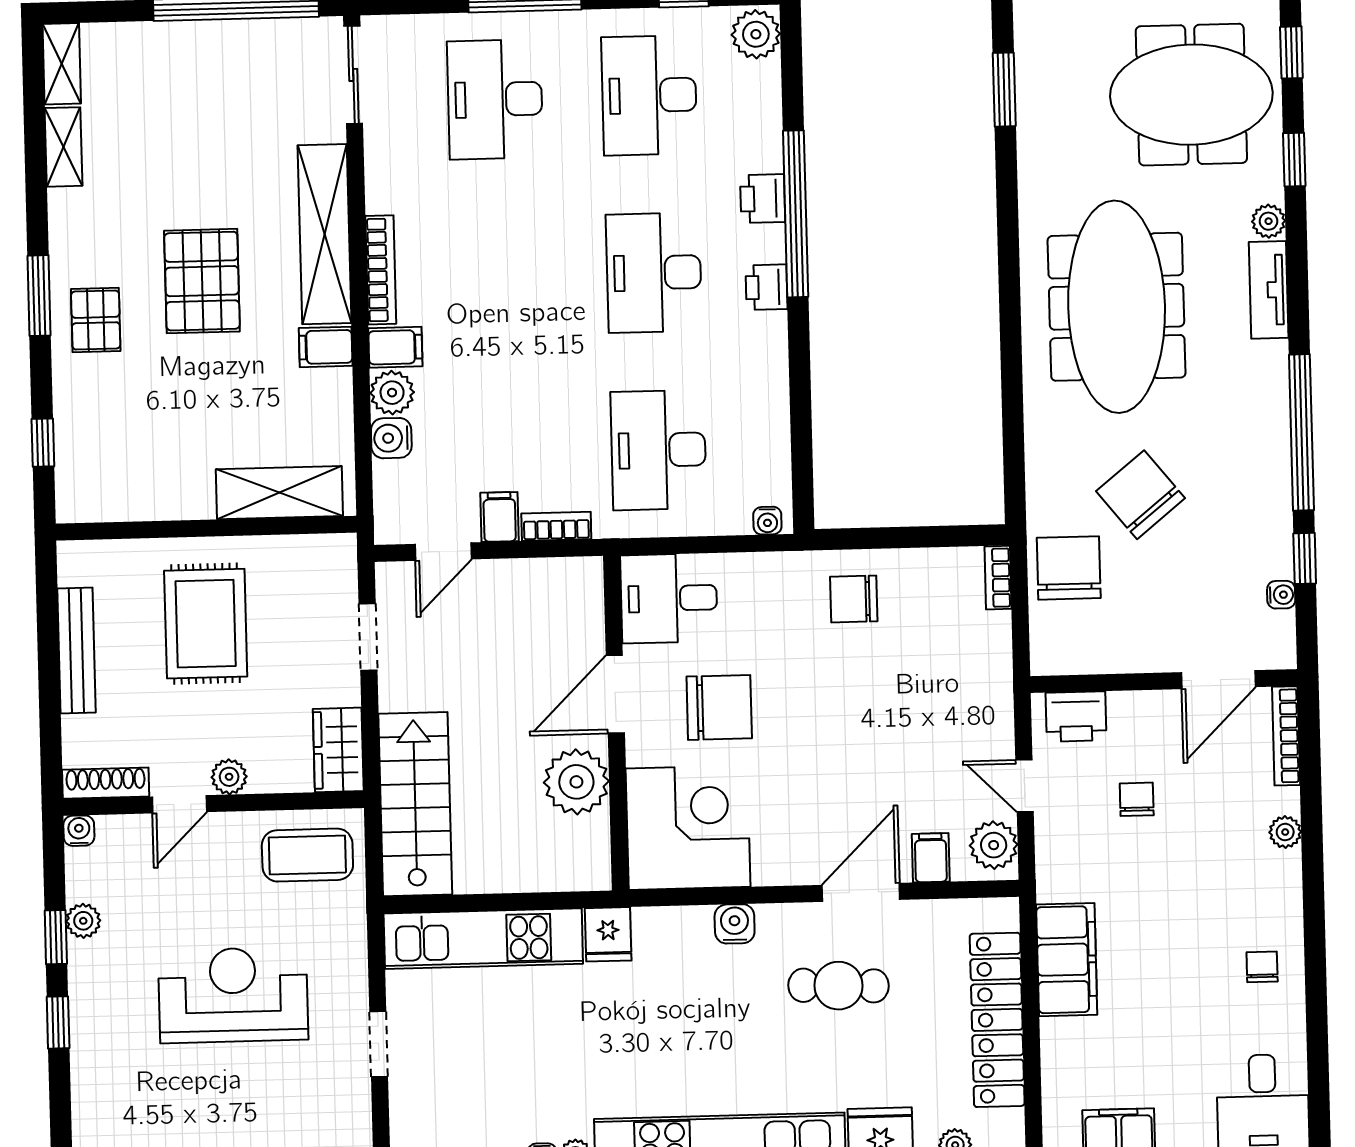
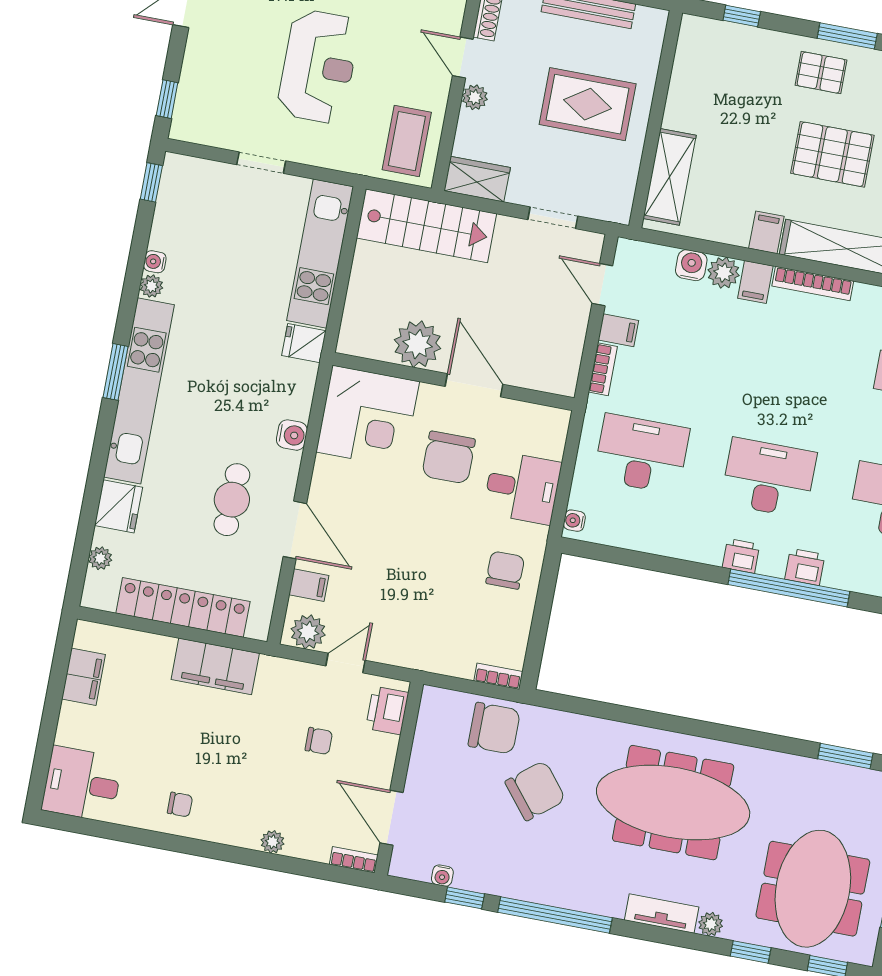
desk: (669, 598) -> (522, 488), moved, turned 90
bookcase: (1286, 736) -> (354, 860), width x0.64

